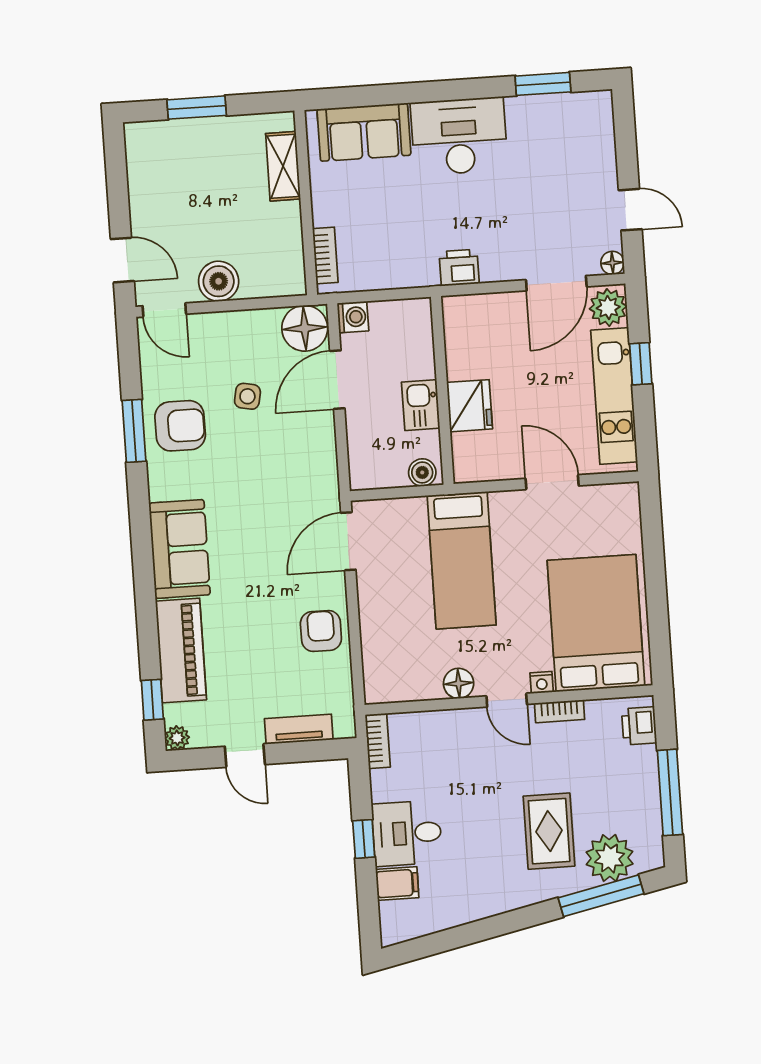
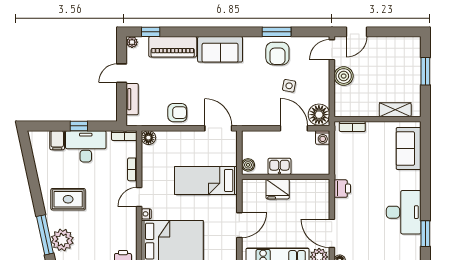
desk: (459, 136) -> (404, 212), moved
floor lamp: (459, 683) -> (148, 138), moved
bookcase: (560, 711) -> (132, 169), moved
rug: (549, 831) -> (68, 199), moved
desk: (407, 833) -> (86, 146), width x1.37

